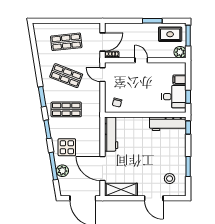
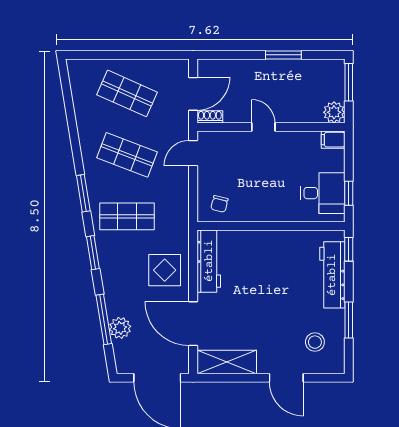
rug: (170, 34) -> (316, 80), removed
shop shelf: (66, 42) -> (127, 93), turned 30
door: (103, 75) -> (193, 153), hinge flipped
filing cabinet: (180, 80) -> (333, 140), moved
workbench: (168, 124) -> (332, 275), moved, turned 90
display table: (67, 147) -> (165, 270), moved

